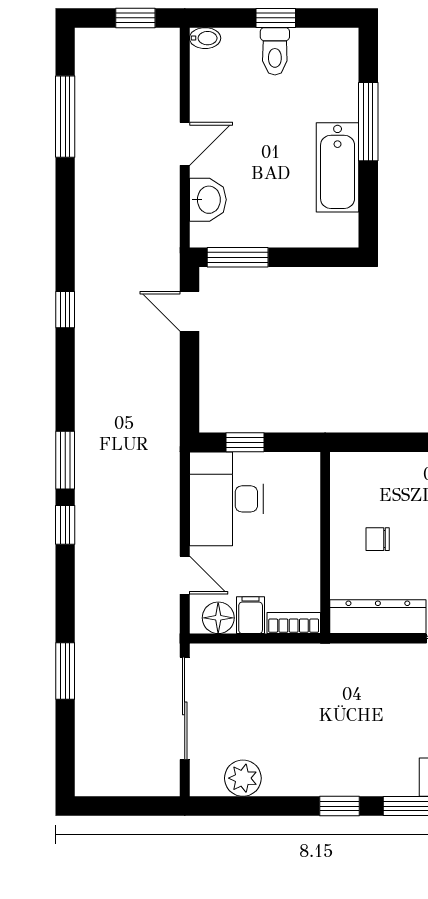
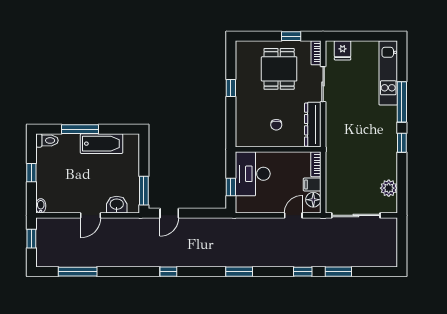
toilet: (275, 51) -> (47, 140), moved
door: (185, 144) -> (90, 215), swing flipped
desk: (226, 499) -> (253, 174), moved, turned 90
window: (65, 525) -> (303, 272), moved

